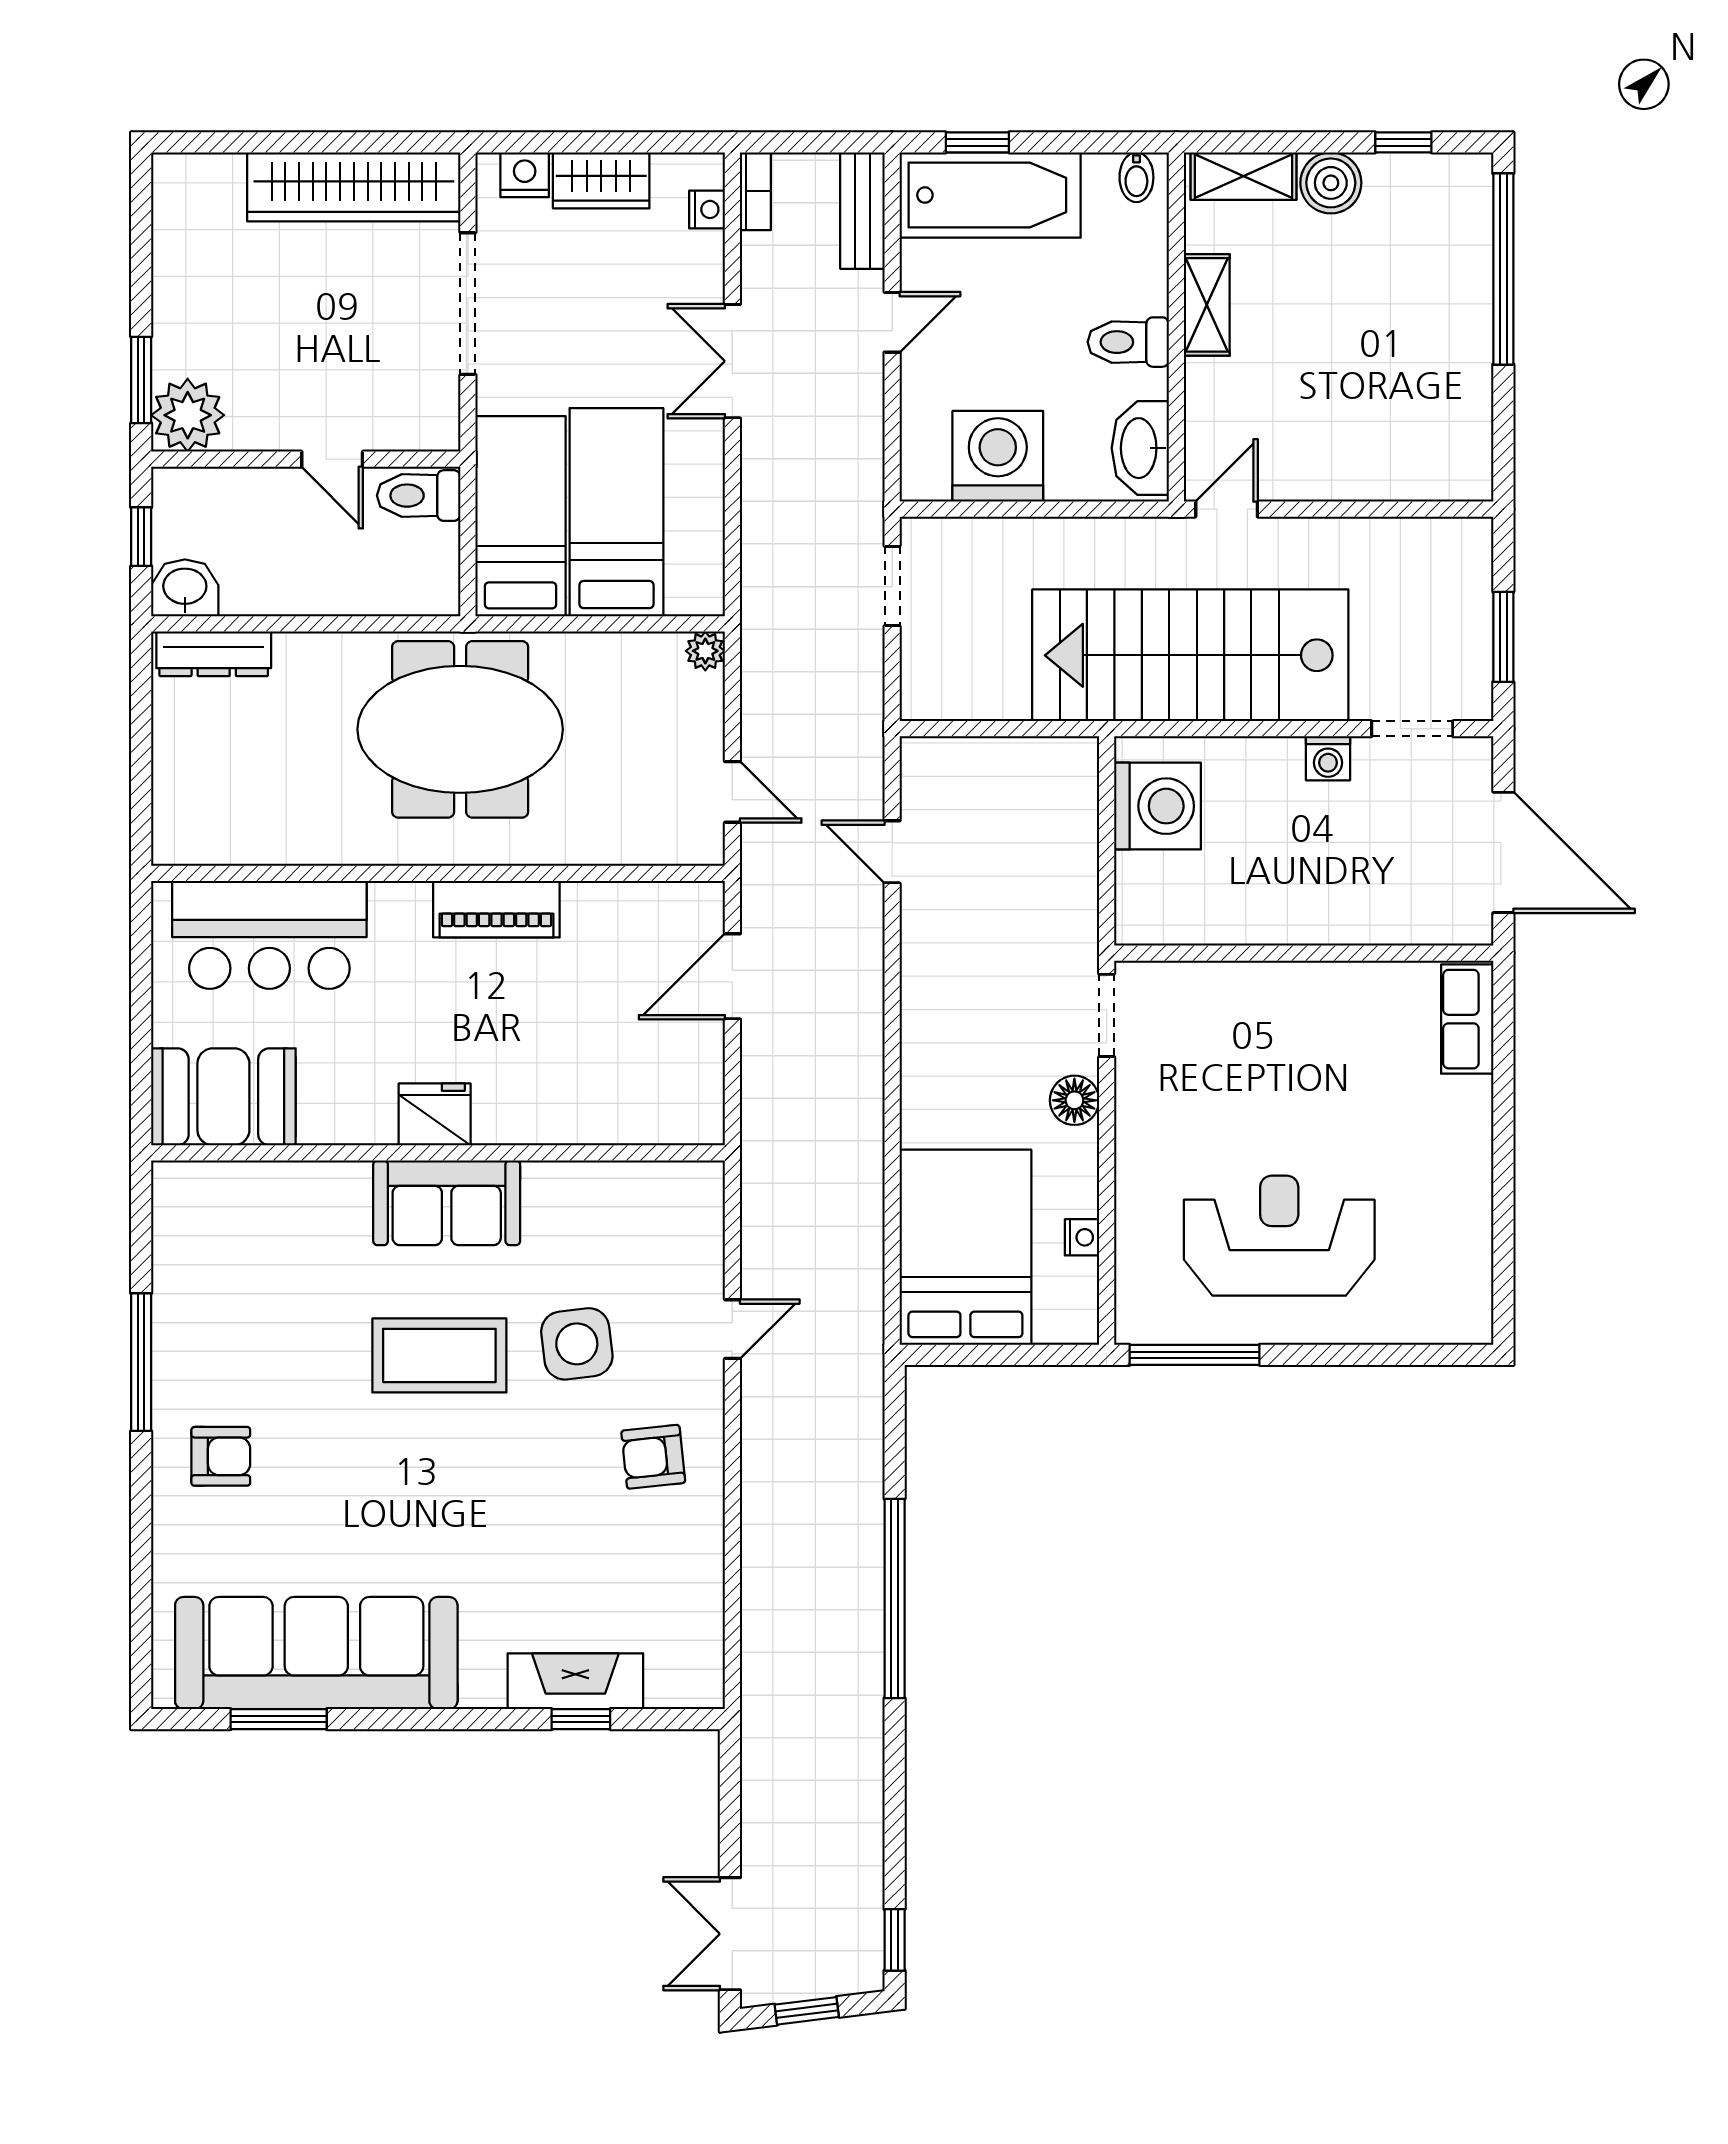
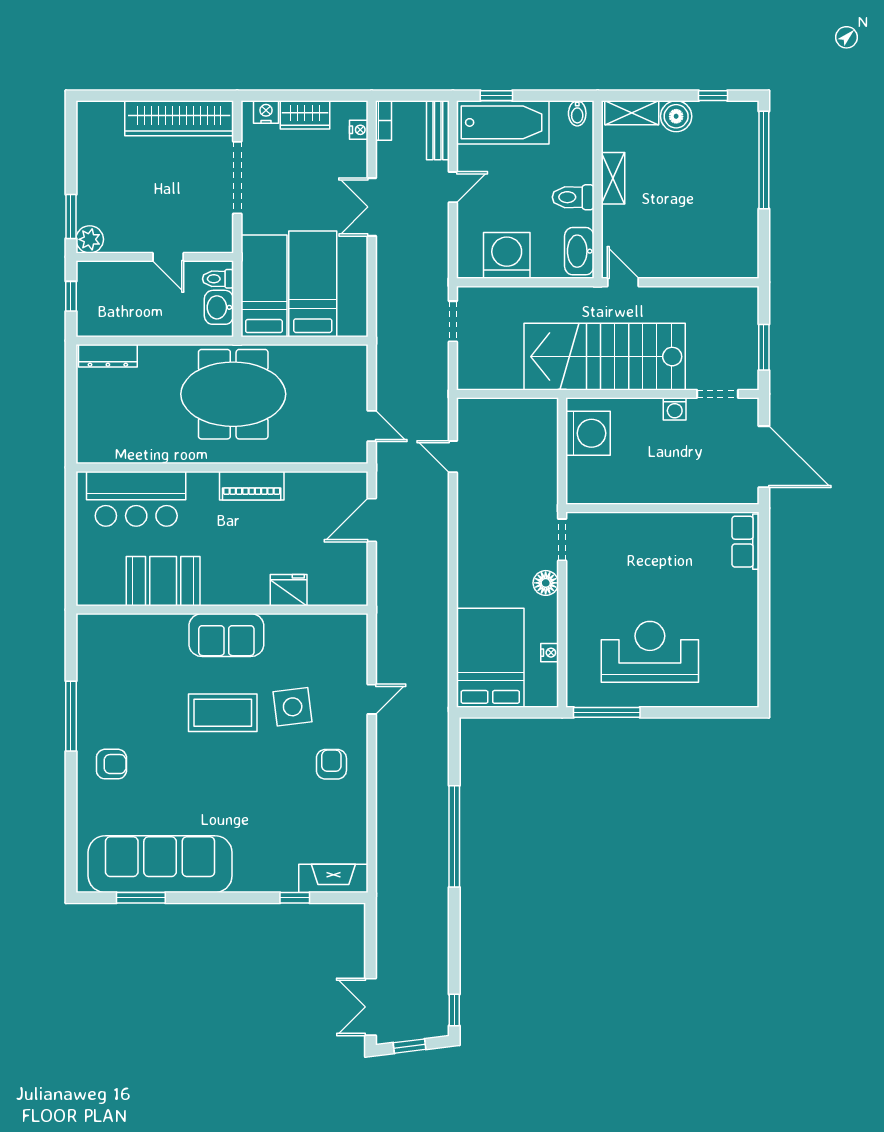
plant: (188, 415) -> (90, 239), width x0.73, depth x0.73
toilet: (419, 496) -> (218, 279), width x0.73, depth x0.72
door: (1227, 509) -> (623, 282), hinge flipped
washbasin: (185, 588) -> (219, 307), moved, turned -90
plant: (705, 651) -> (358, 354), removed
booth: (223, 1097) -> (163, 581), moved
fridge: (435, 1114) -> (289, 590), moved
armchair: (653, 1457) -> (331, 764), turned 96
fireplace: (575, 1681) -> (333, 878), moved

